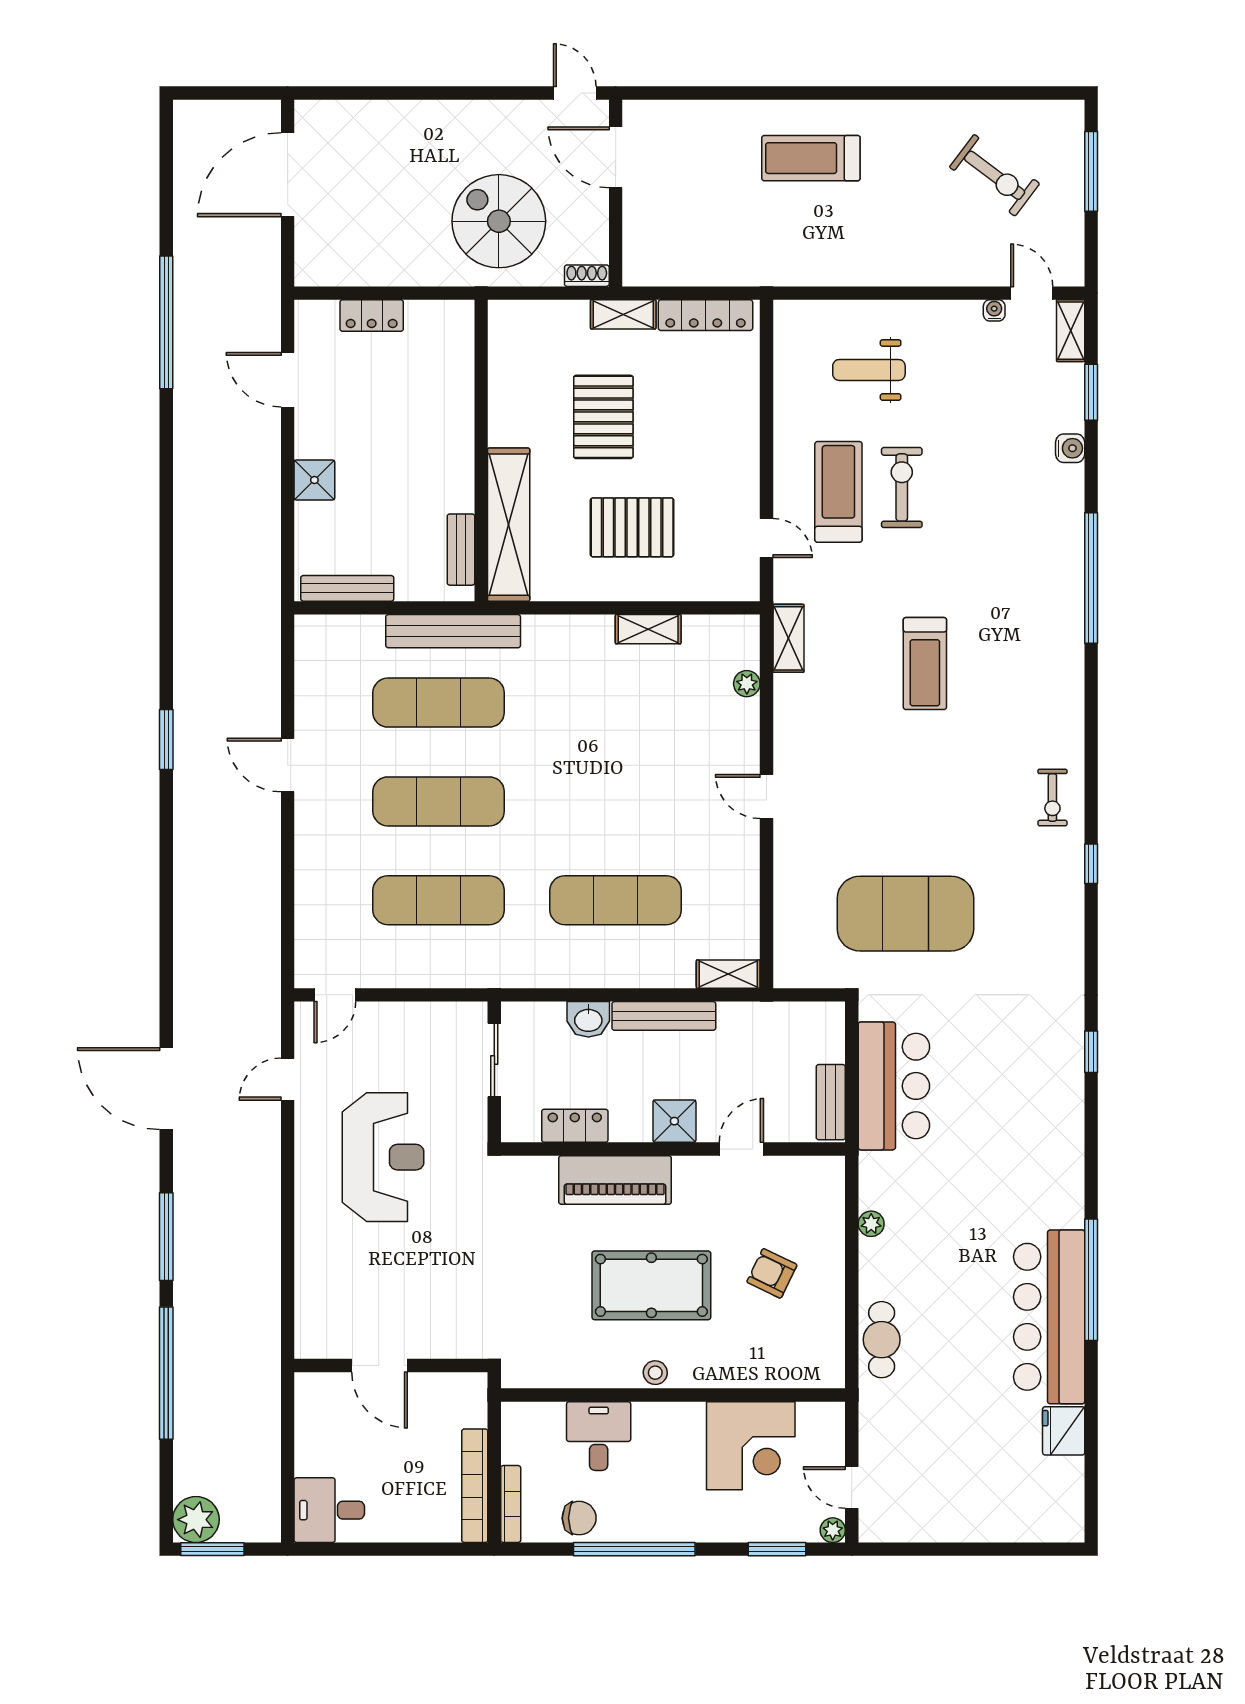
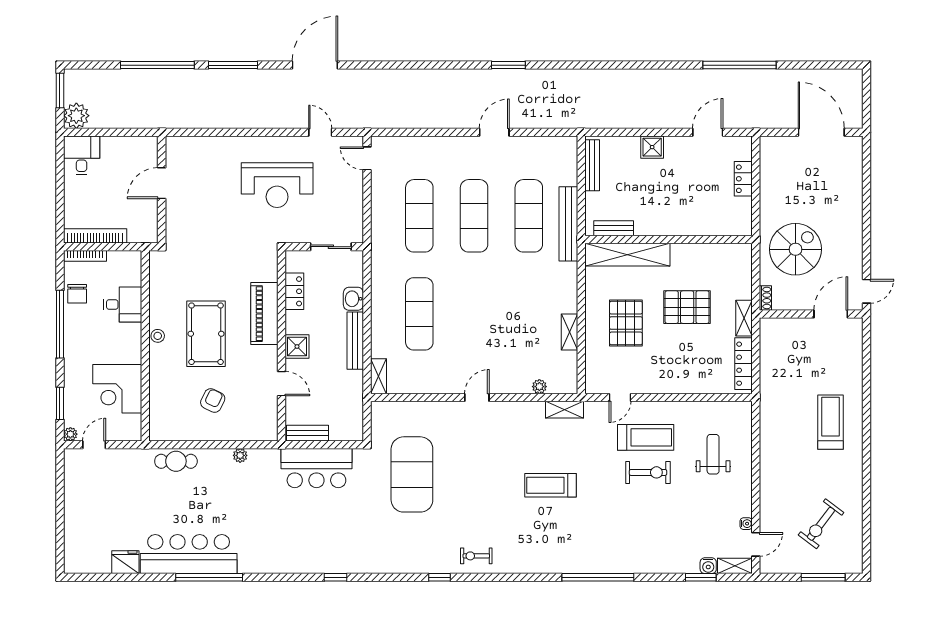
water cooler: (1070, 448) -> (708, 566), moved
plant: (196, 1520) -> (76, 116), moved

